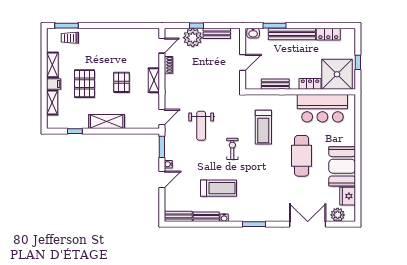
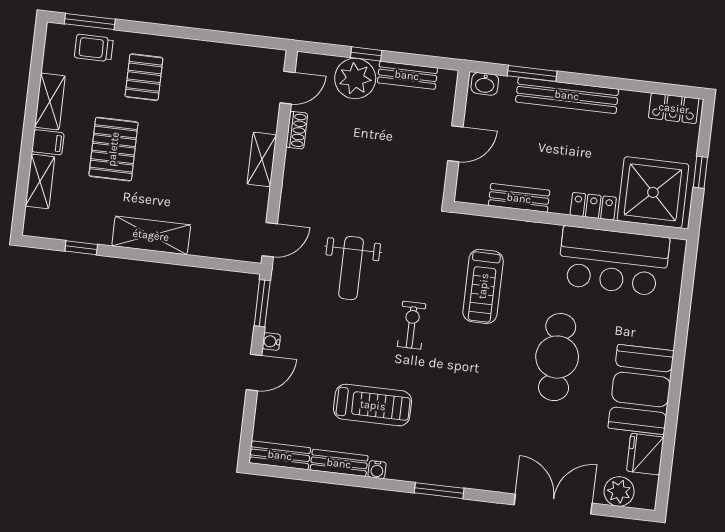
locker: (328, 34) -> (674, 108), moved
pallet: (121, 82) -> (144, 77), moved

